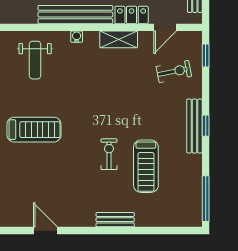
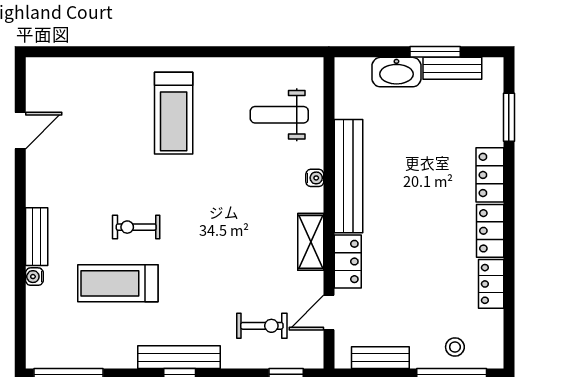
door: (165, 27) -> (329, 312), hinge flipped
exercise bike: (174, 71) -> (262, 326), turned -79
exercise bike: (109, 154) -> (136, 227), turned 180
water cooler: (141, 221) -> (34, 277), added

